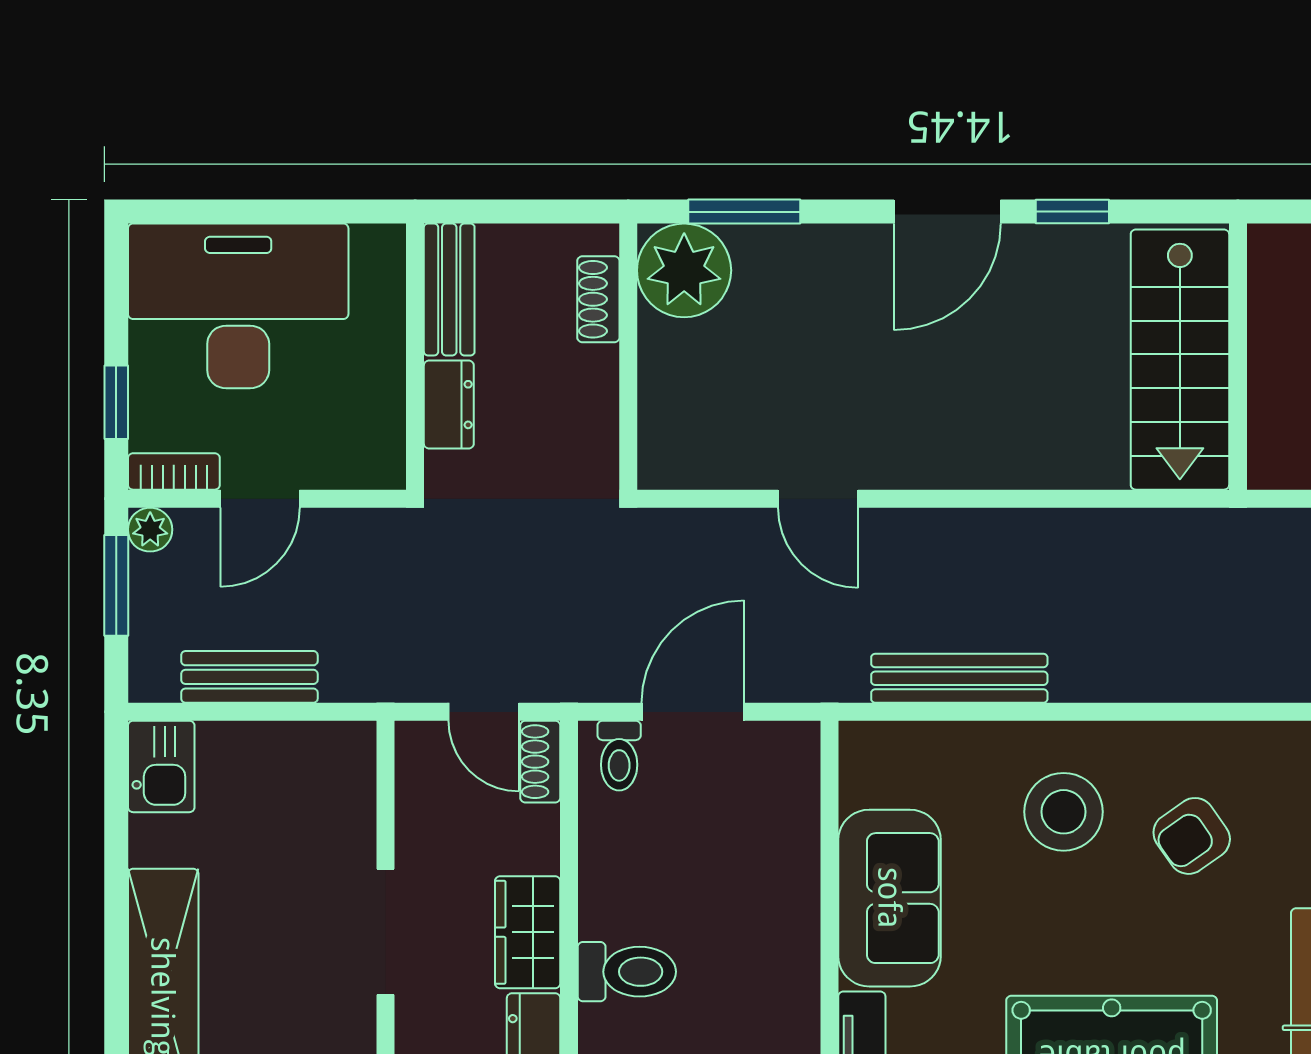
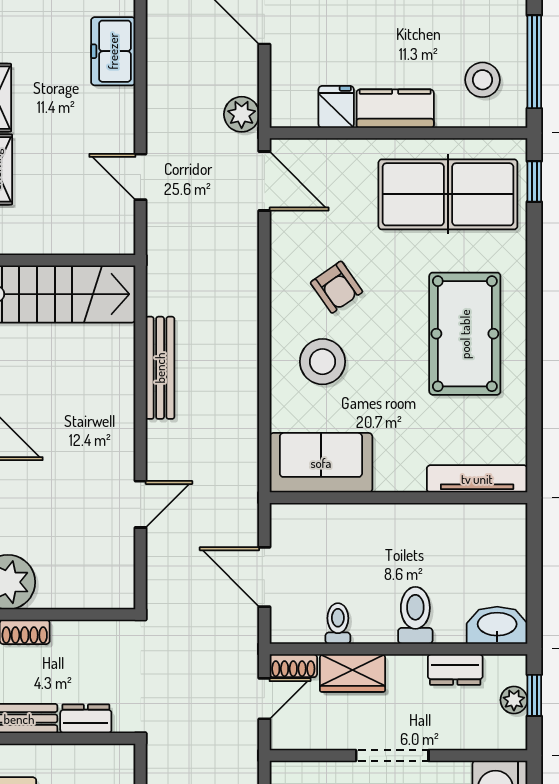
bench: (959, 678) -> (160, 368), moved
toilet: (619, 756) -> (338, 623), moved, turned -90
sofa: (890, 898) -> (321, 463), moved
wardrobe: (528, 932) -> (352, 673), moved

